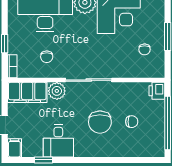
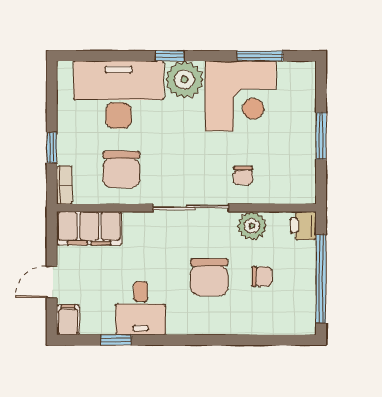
chair: (145, 49) -> (243, 175), moved
chair: (47, 57) -> (121, 169), width x1.87, depth x1.87
plant: (57, 91) -> (252, 226), moved

